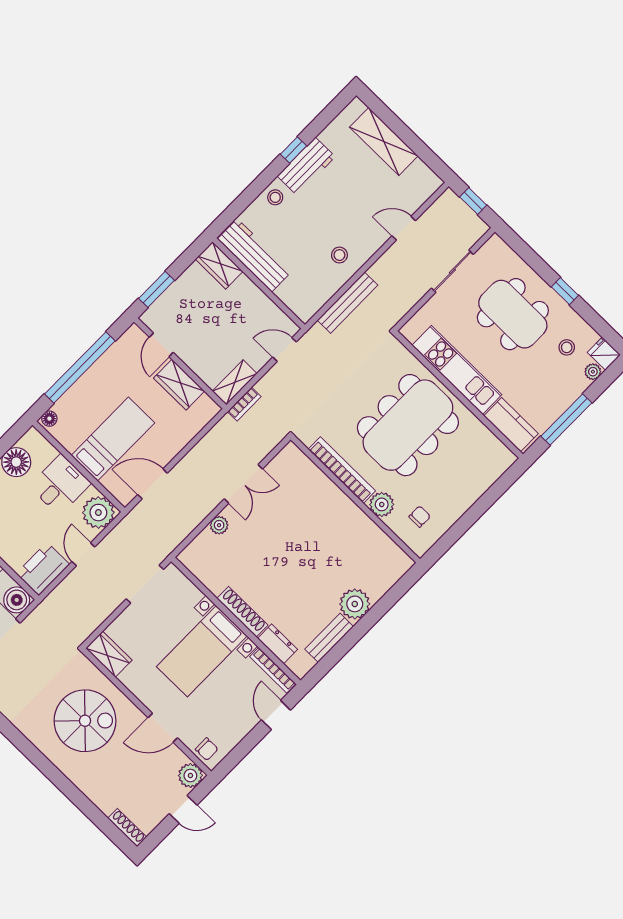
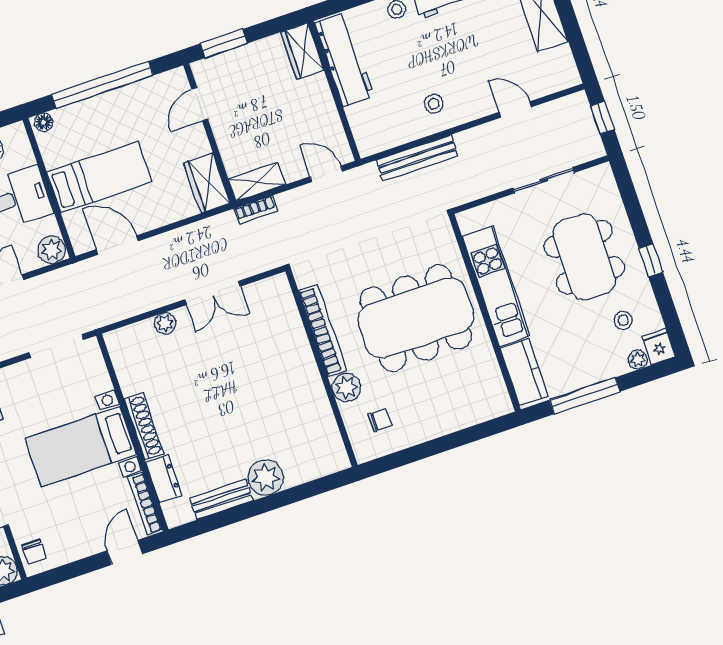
wardrobe: (179, 385) -> (207, 183), moved
plant: (98, 513) -> (52, 250), width x0.73, depth x0.73

